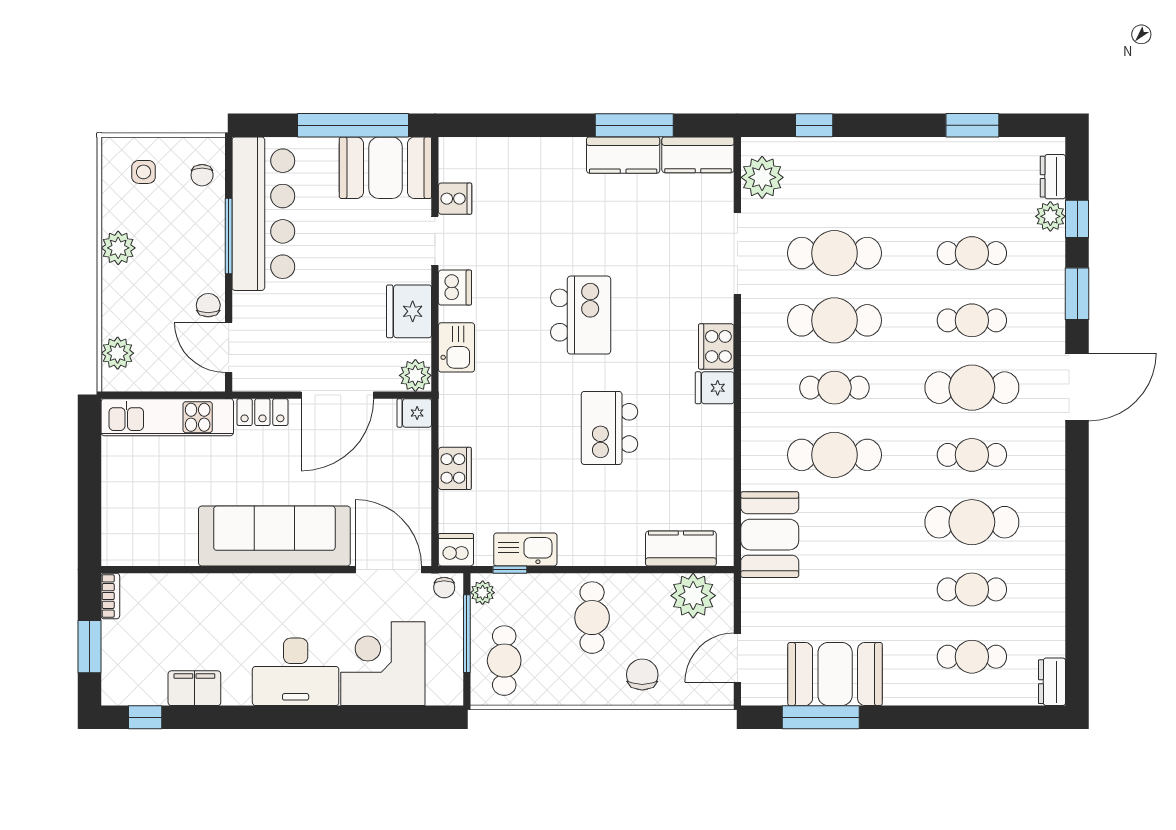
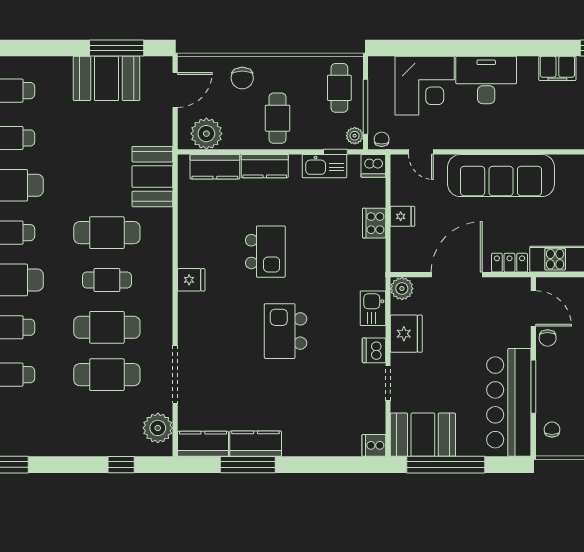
cooker: (455, 199) -> (374, 445), moved
cooker: (716, 346) -> (190, 309), removed
fridge: (414, 413) -> (403, 216), moved
kitchen counter: (610, 549) -> (265, 166), added
door: (388, 570) -> (421, 152), width x0.53

